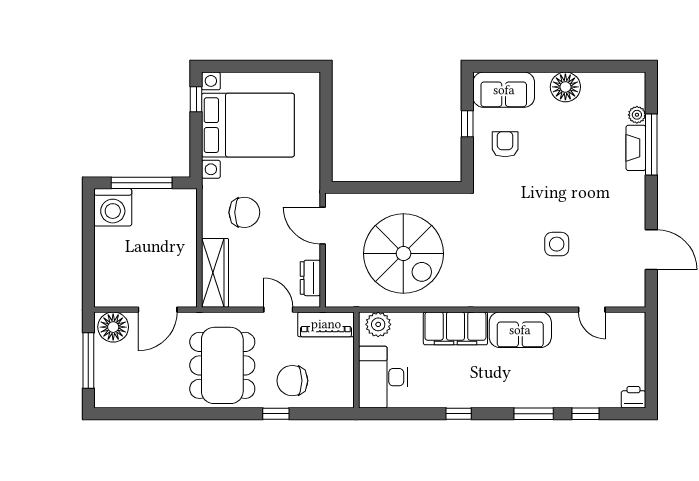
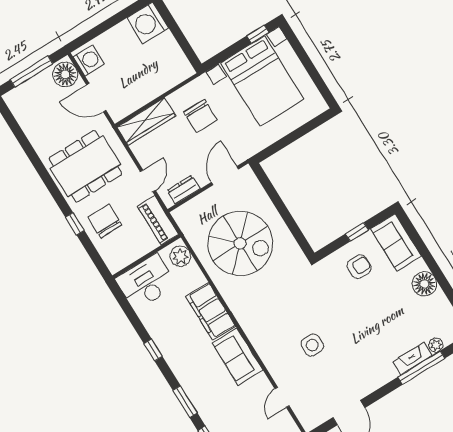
window: (142, 183) -> (177, 32), removed
spiral stairs: (403, 254) -> (240, 243), turned -90
washing machine: (114, 293) -> (89, 60), added

